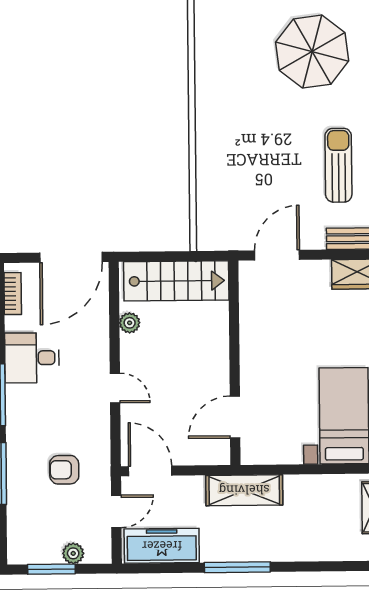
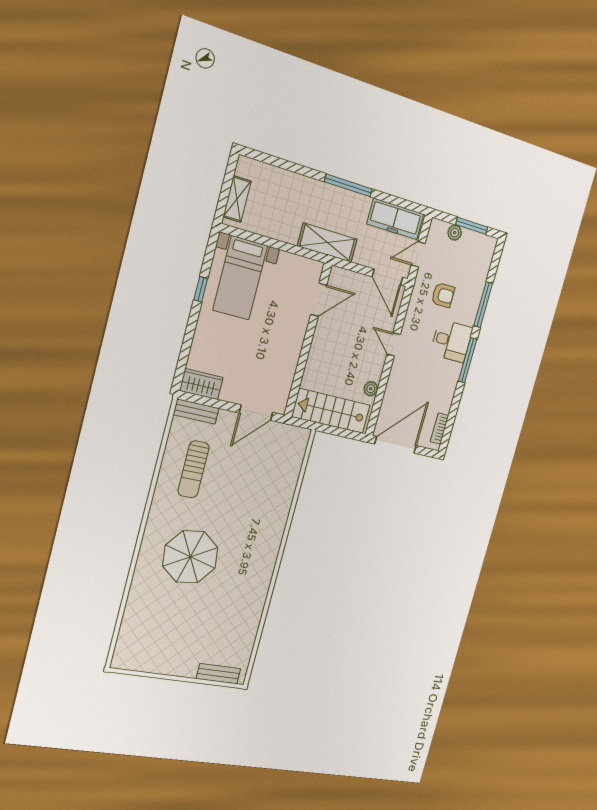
desk: (32, 358) -> (452, 341), moved

